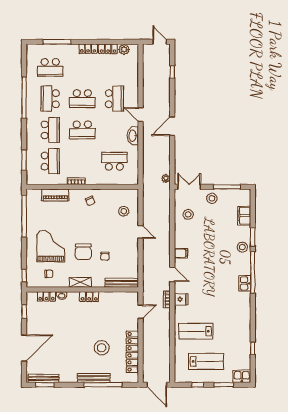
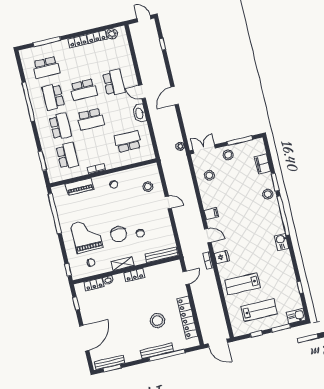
kitchen sink: (245, 283) -> (282, 242), moved

